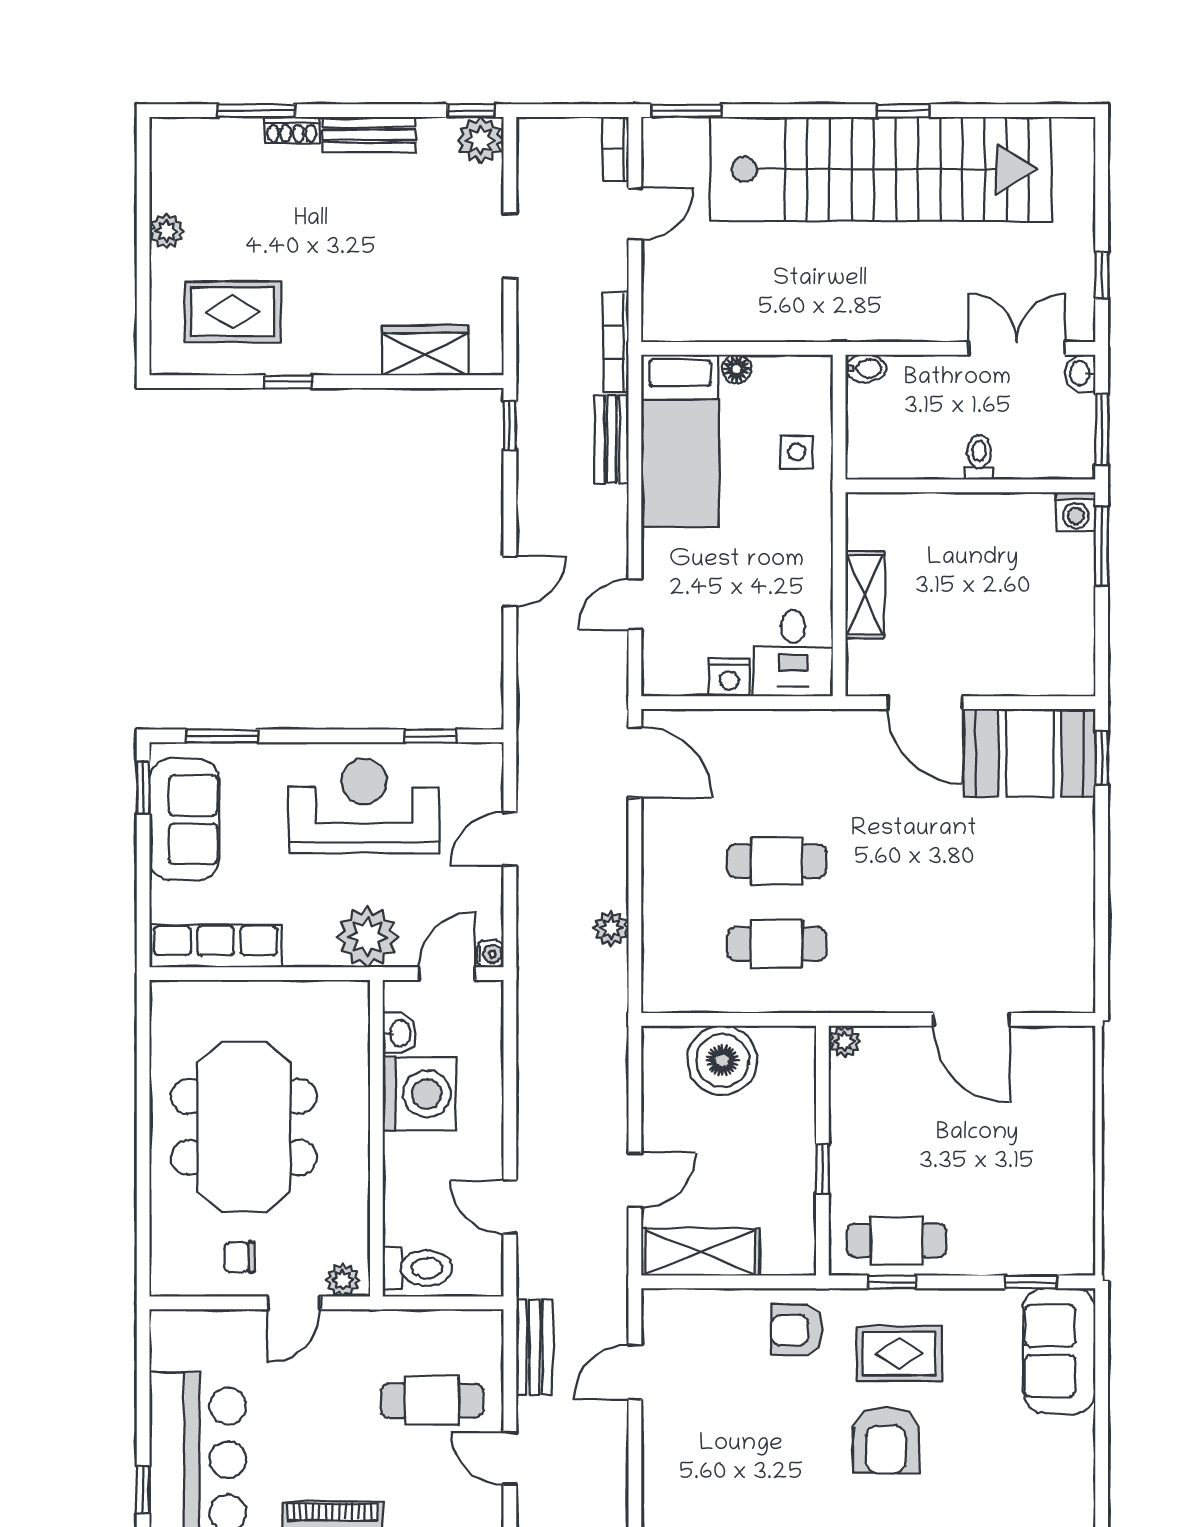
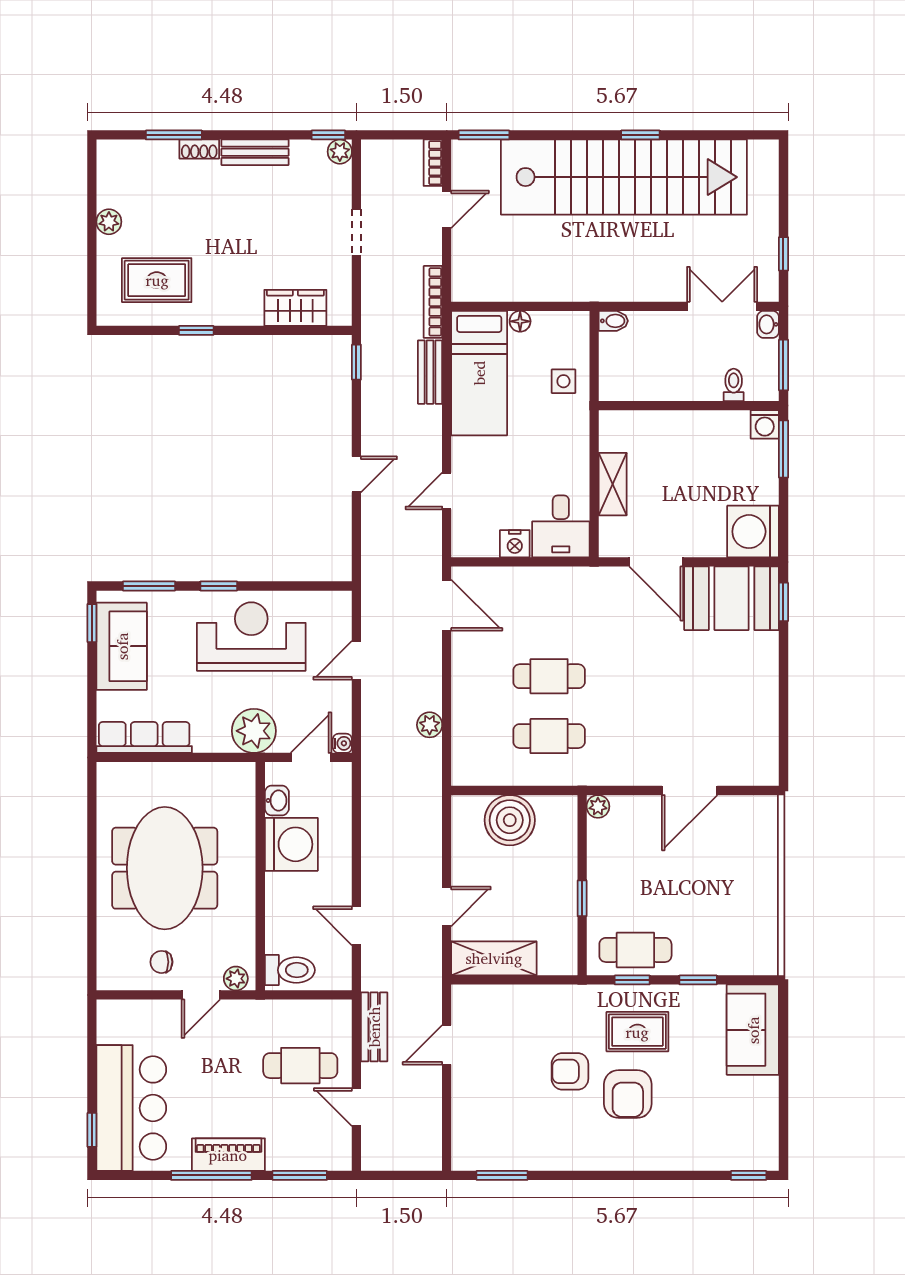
plant: (480, 140) -> (340, 152), width x0.73, depth x0.73
toilet: (979, 457) -> (734, 385), moved
washing machine: (1060, 660) -> (753, 532), added
window: (430, 736) -> (219, 586), moved
door: (972, 1019) -> (690, 790), hinge flipped
window: (1031, 1282) -> (698, 980), moved
armchair: (797, 1330) -> (570, 1071), moved

